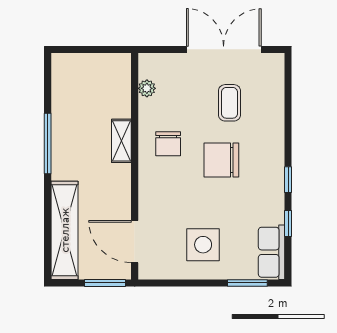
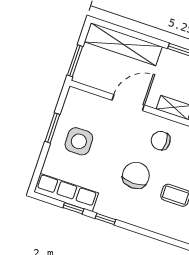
door: (135, 242) -> (128, 103), moved
row of seats: (272, 252) -> (66, 192), width x1.48
window: (247, 283) -> (52, 128), moved

